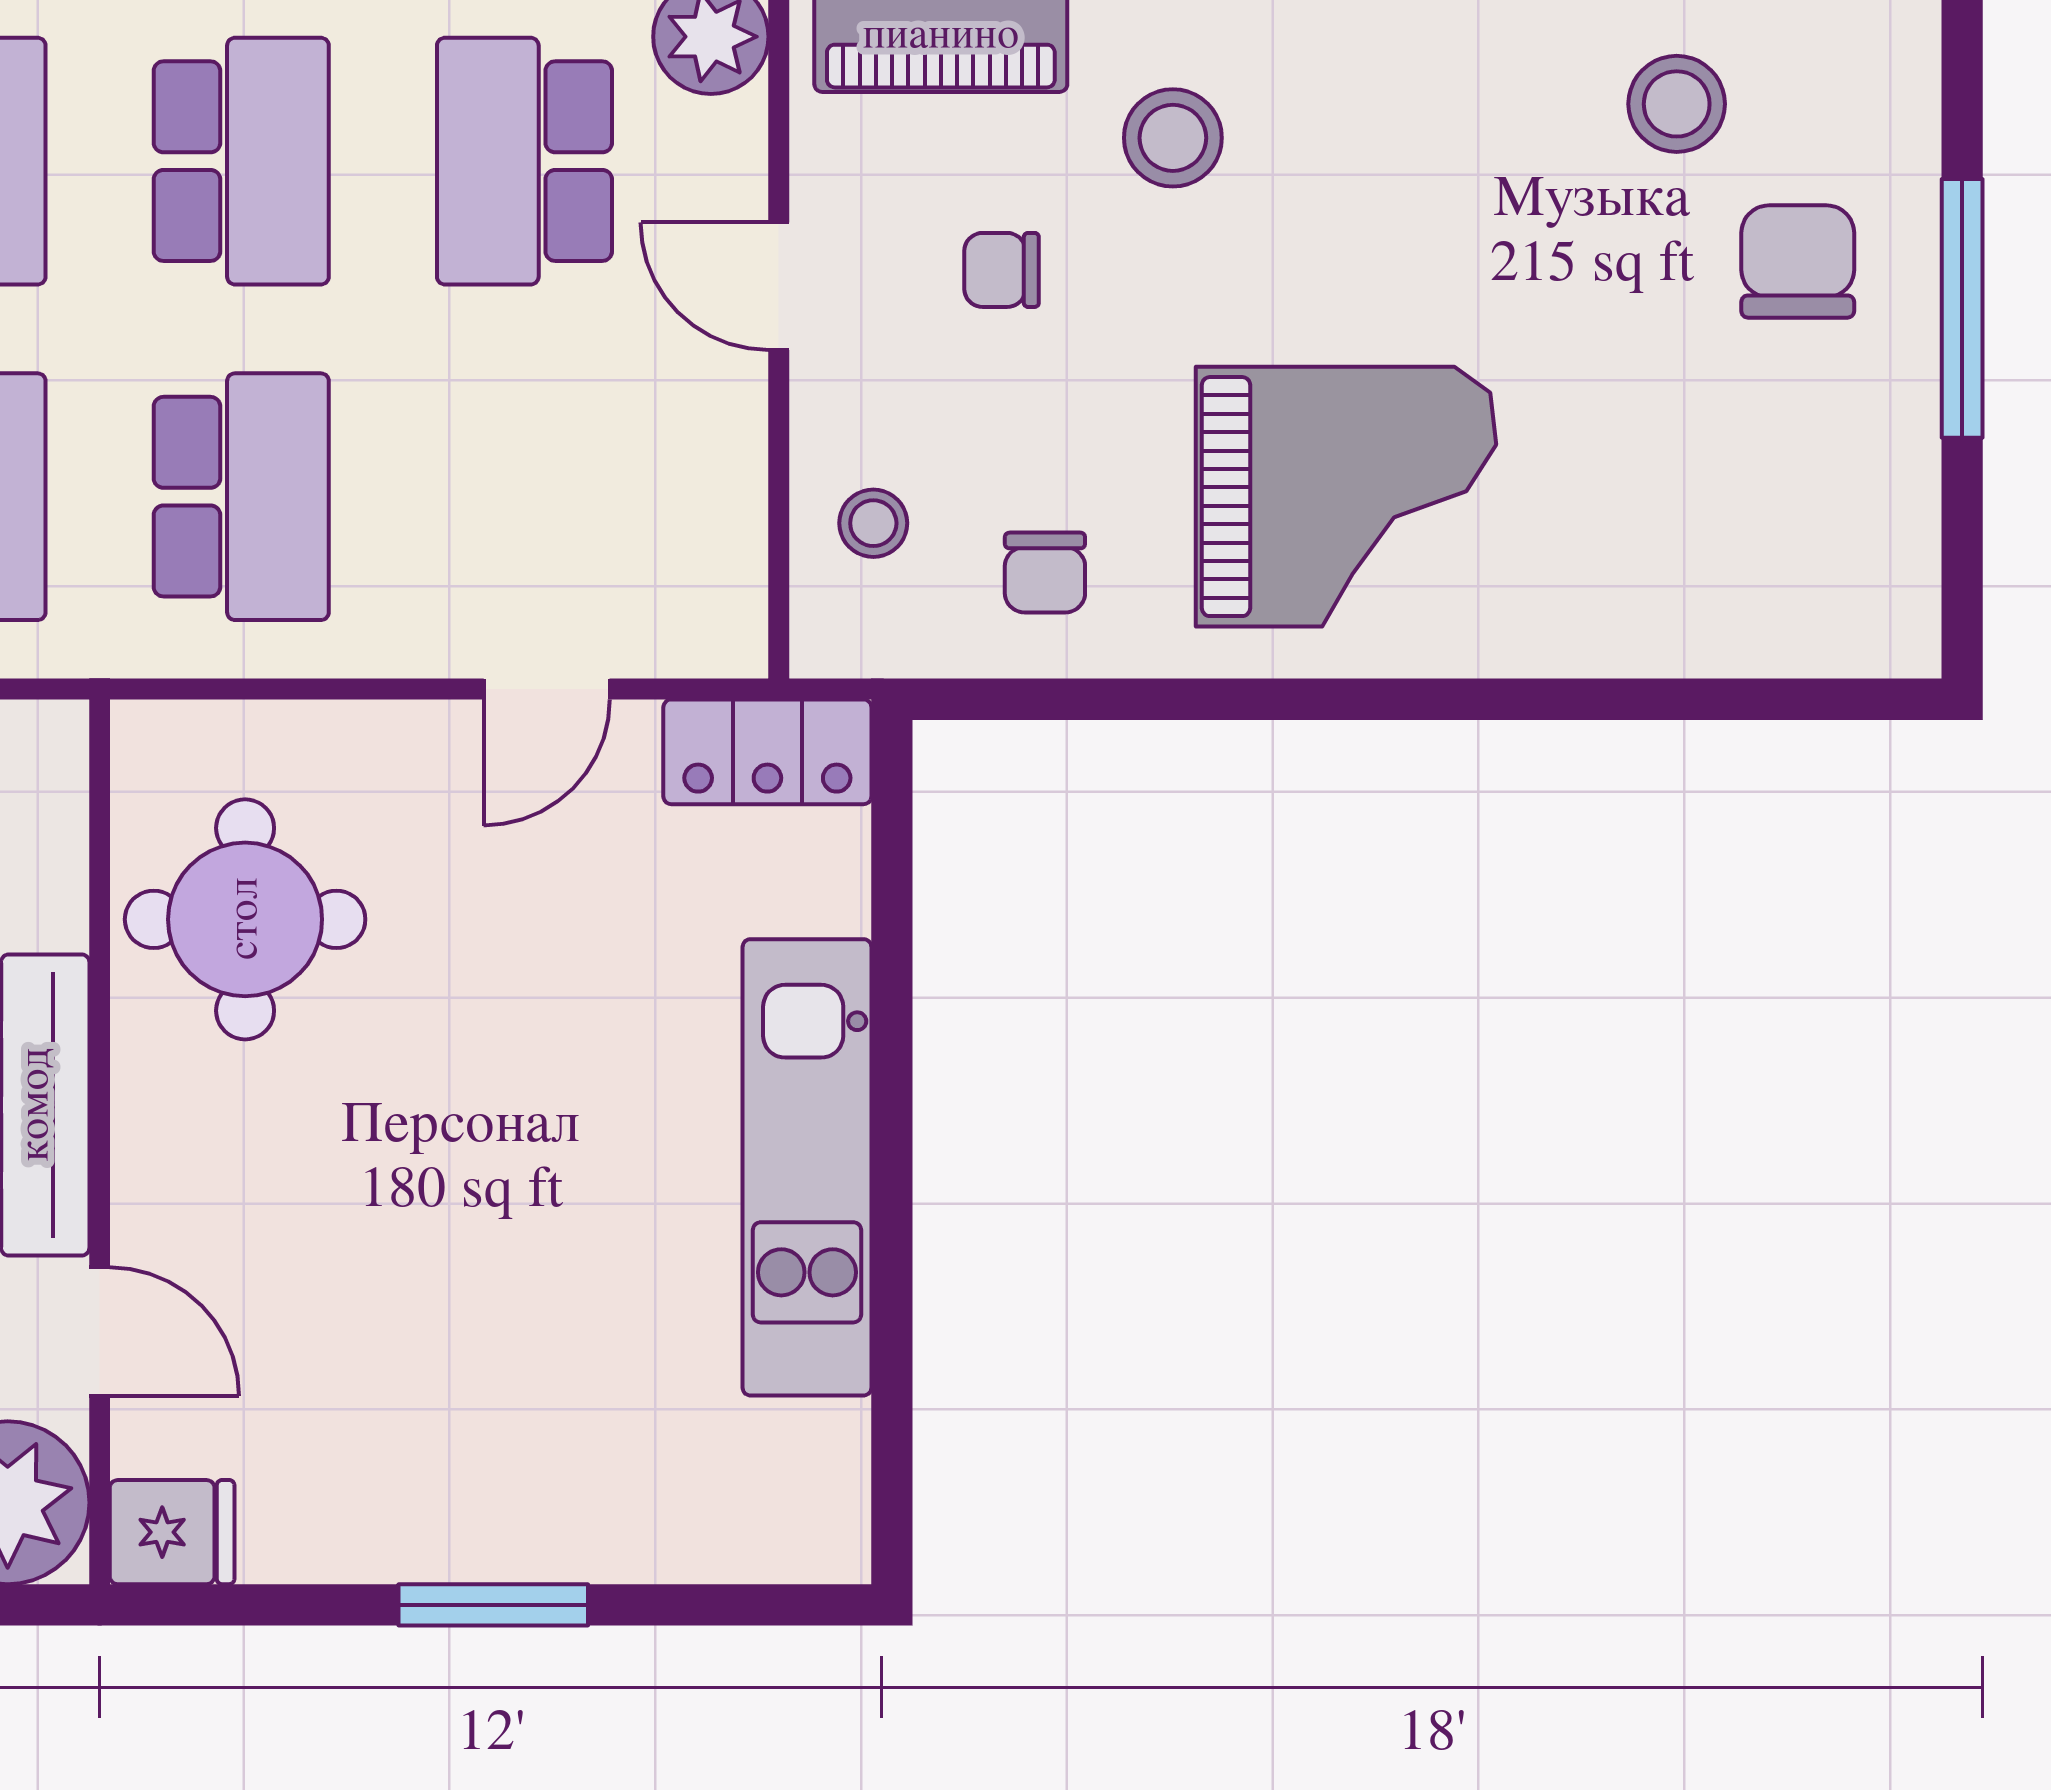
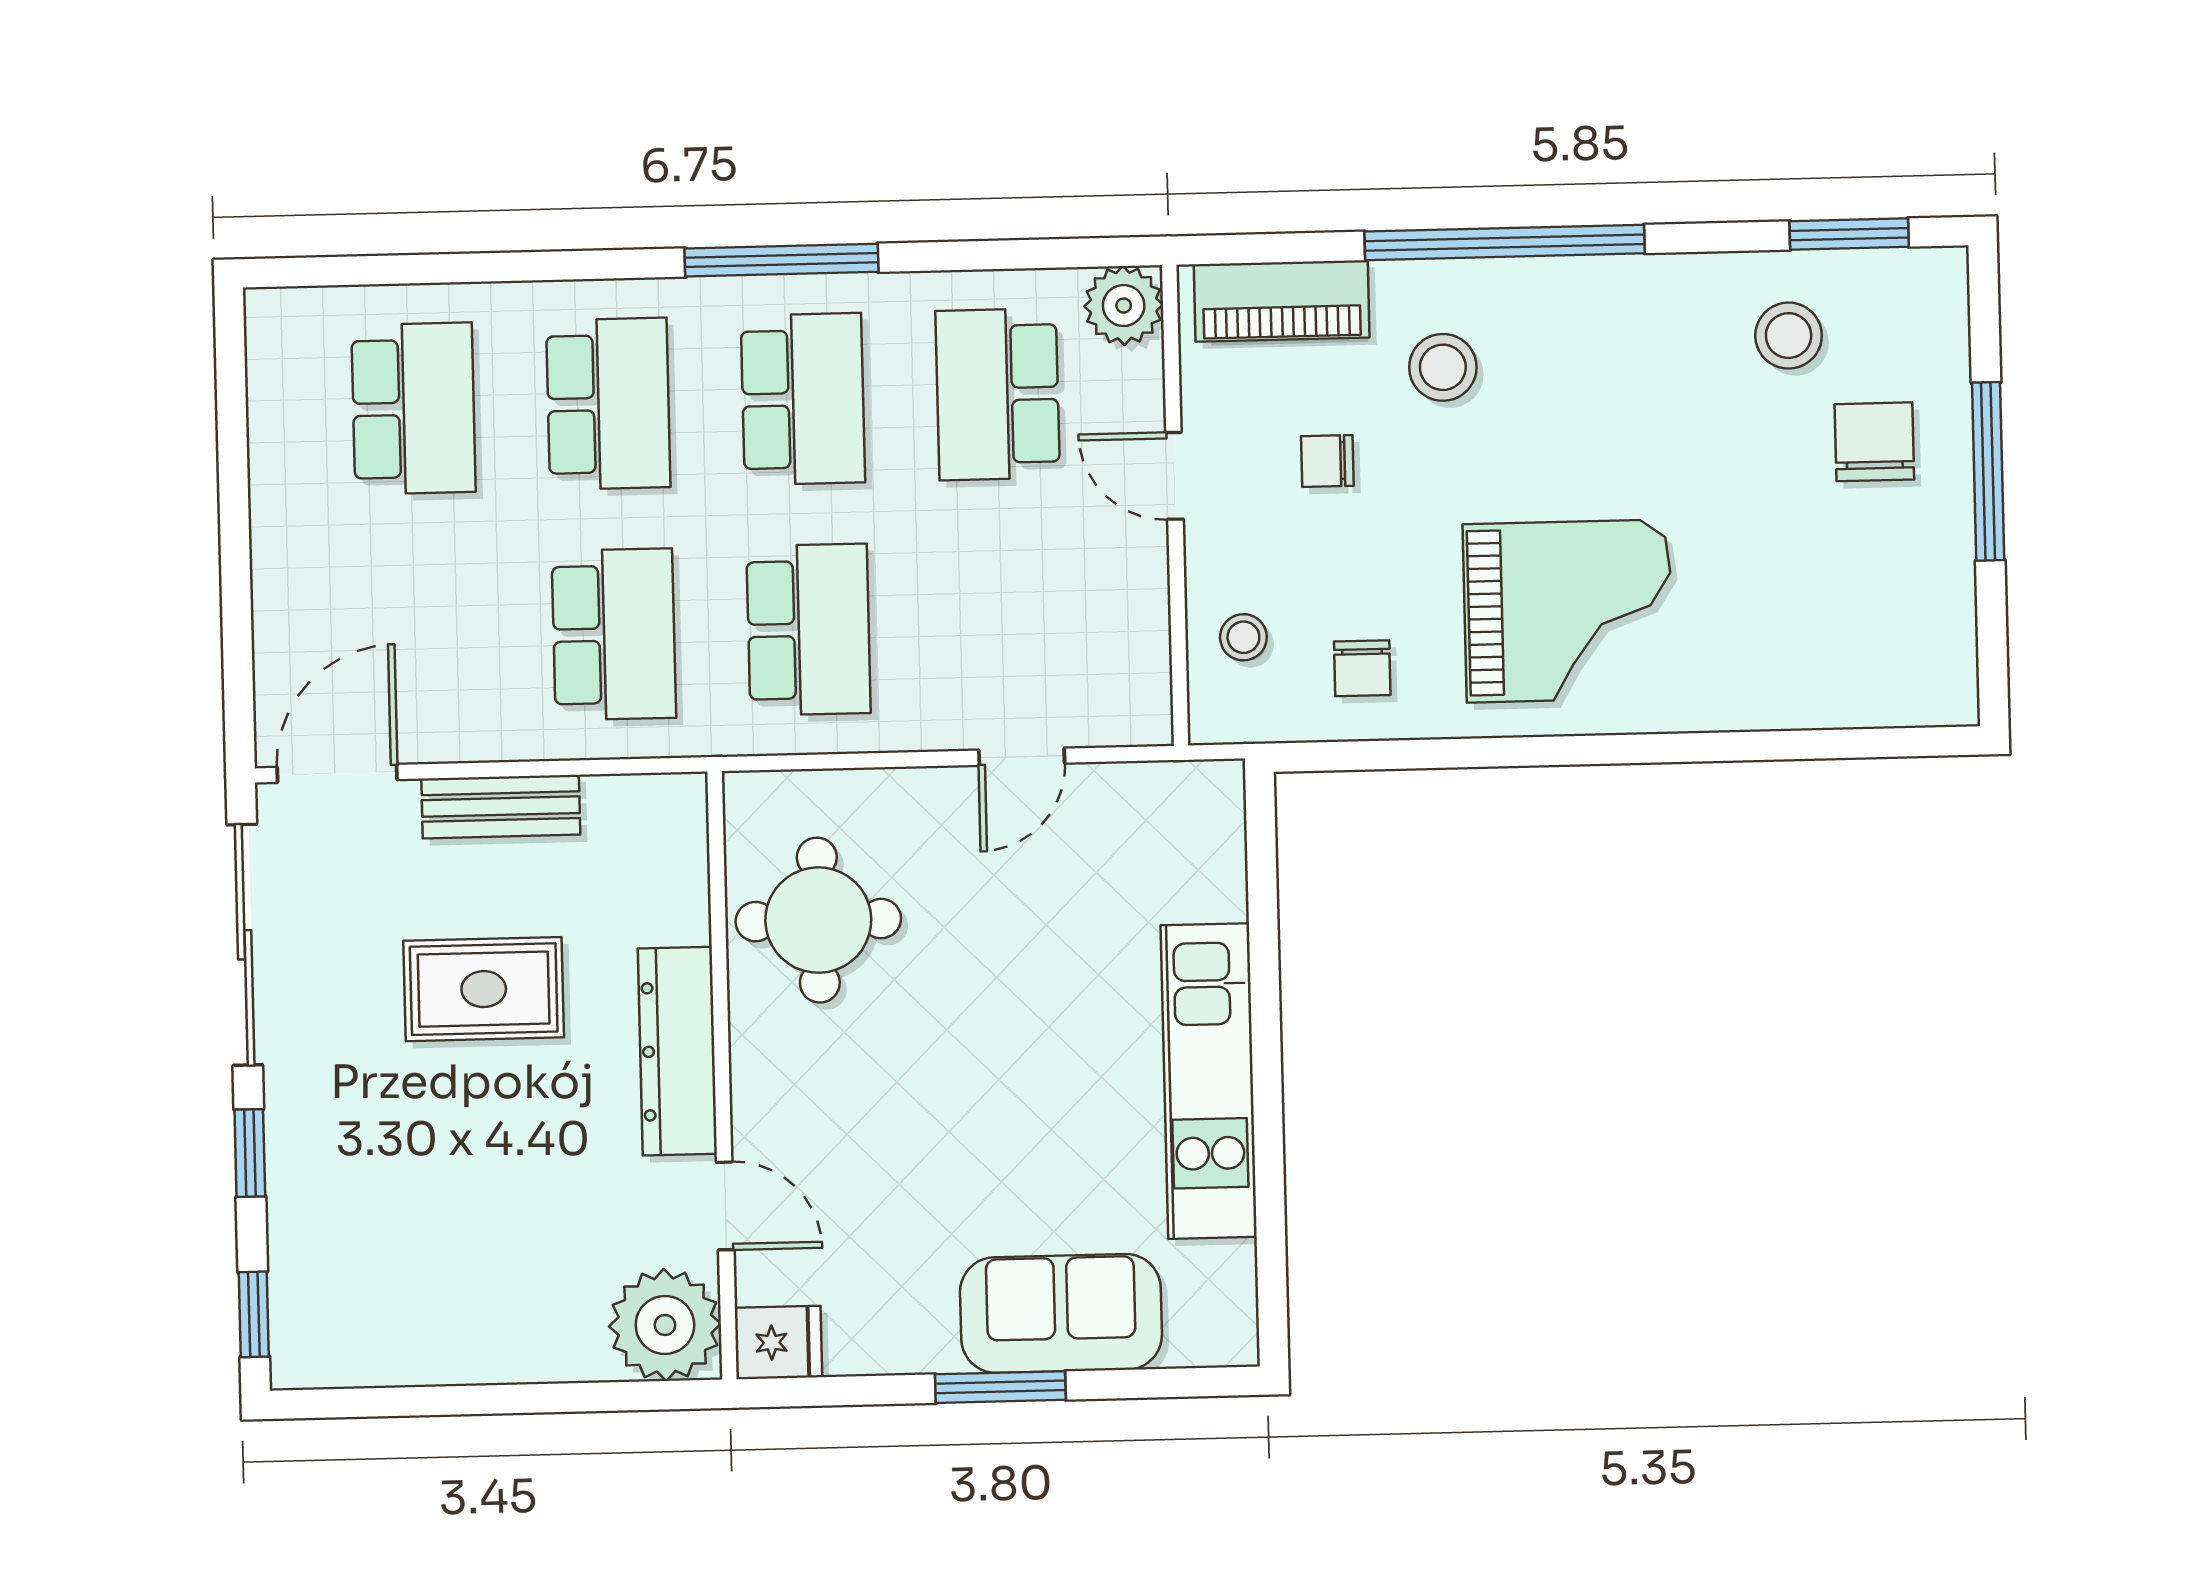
locker: (767, 752) -> (1174, 796), removed
sofa: (584, 1500) -> (1061, 1313), added

